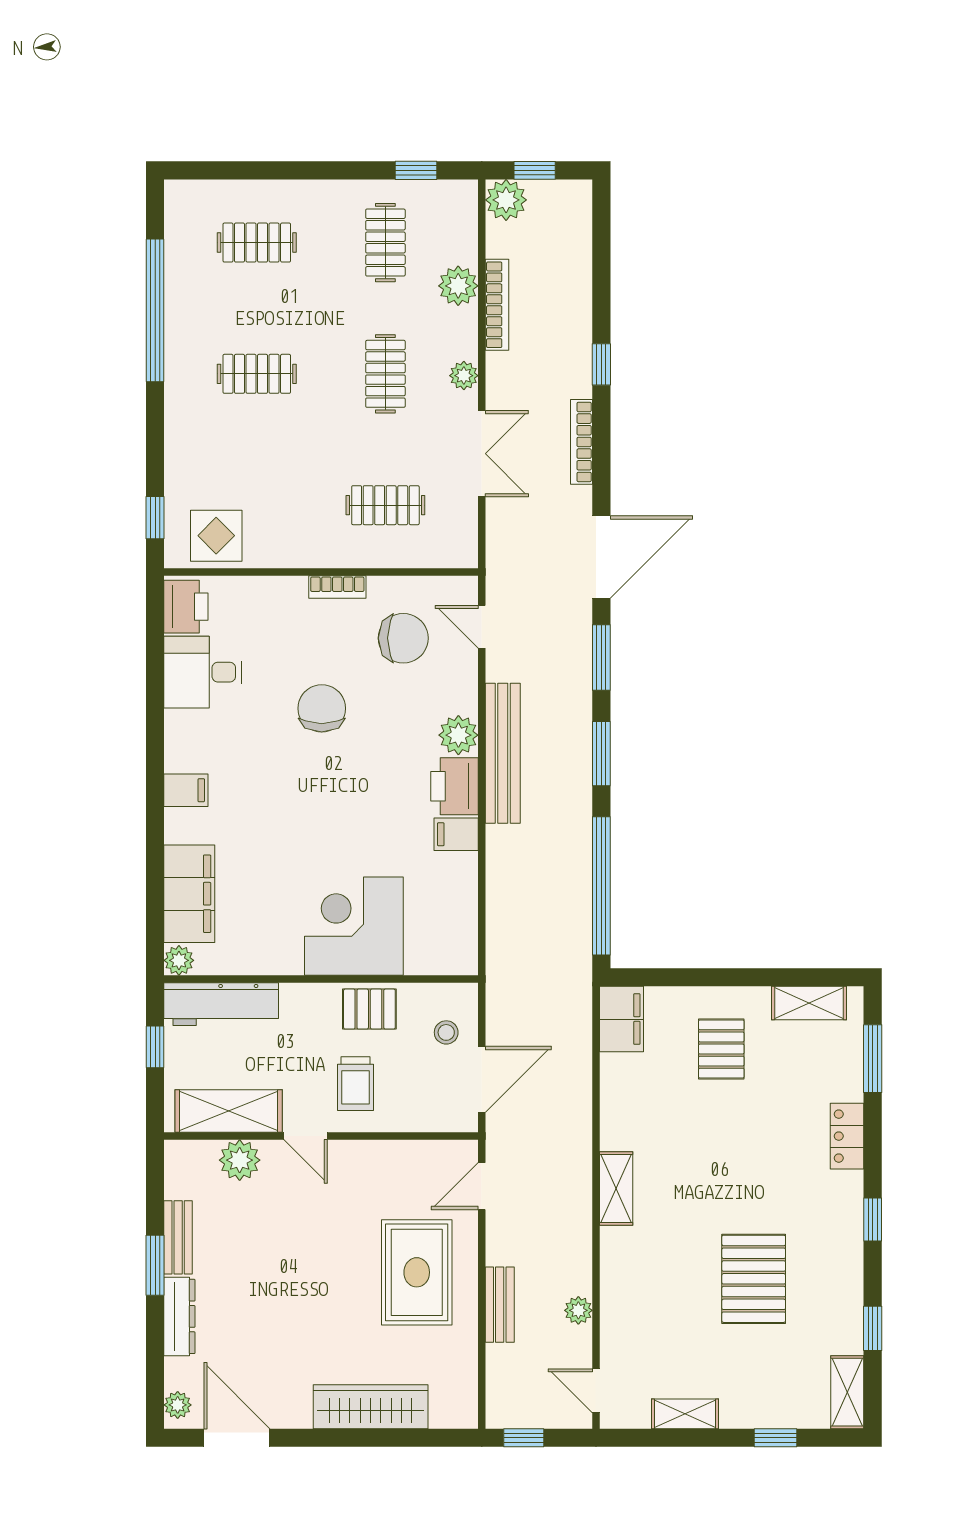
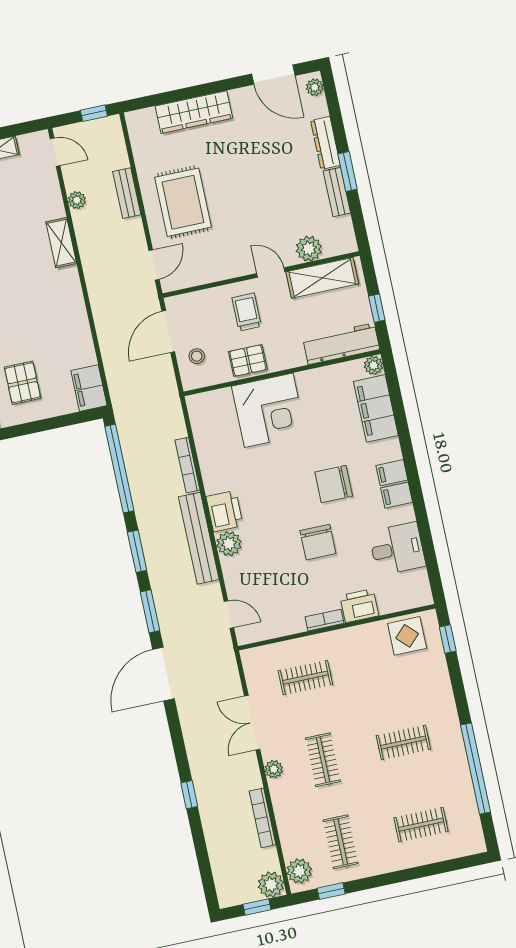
plant: (458, 286) -> (299, 871), moved
bookcase: (582, 442) -> (187, 465), moved, turned 180
printer: (186, 607) -> (359, 606), moved, turned 90
chair: (403, 638) -> (334, 484), moved
filing cabinet: (456, 834) -> (397, 495), moved, turned 180
shelving: (616, 1189) -> (61, 243), moved

